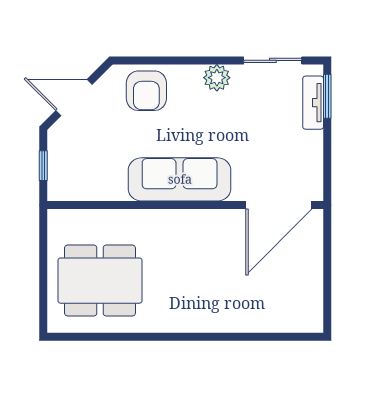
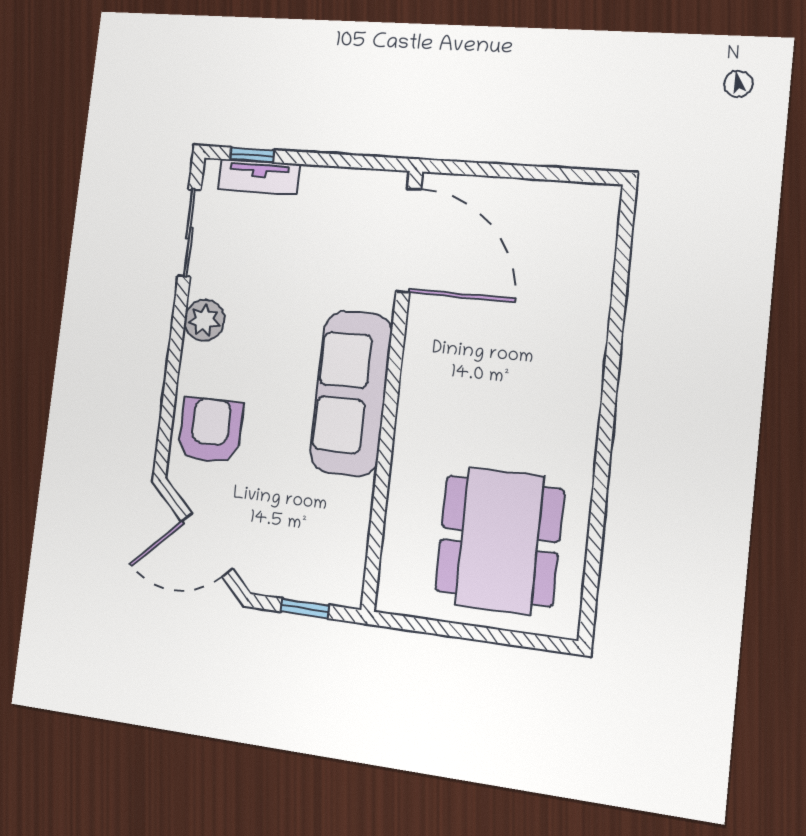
armchair: (146, 91) -> (210, 430), turned -90
window: (327, 96) -> (252, 155), width x0.67
door: (74, 98) -> (207, 545), hinge flipped

